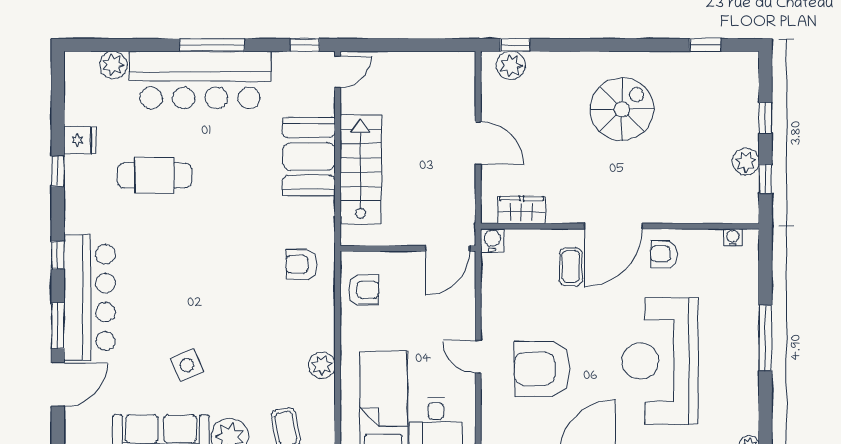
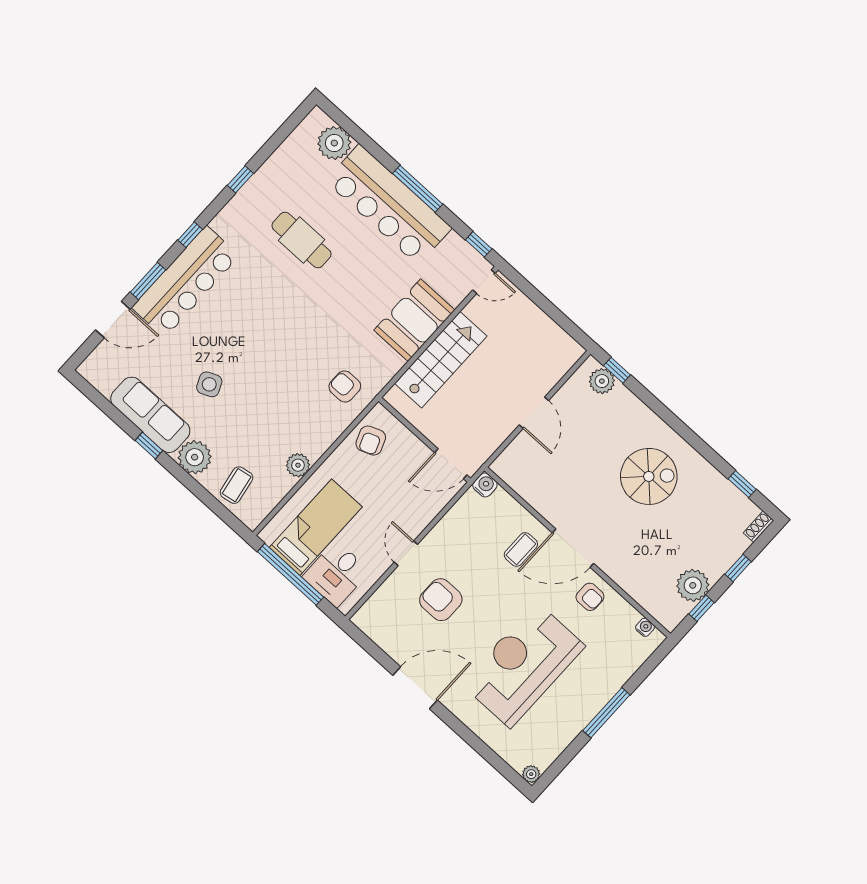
plant: (113, 65) -> (334, 143), width x1.36, depth x1.36
shoe rack: (751, 68) -> (758, 527), added
fridge: (80, 140) -> (274, 172), removed
plant: (746, 162) -> (693, 585), width x1.36, depth x1.36
wardrobe: (522, 210) -> (522, 483), removed
armchair: (664, 254) -> (590, 597), turned 180
armchair: (364, 290) -> (371, 441), turned 69
armchair: (542, 369) -> (441, 600), width x0.73, depth x0.73

